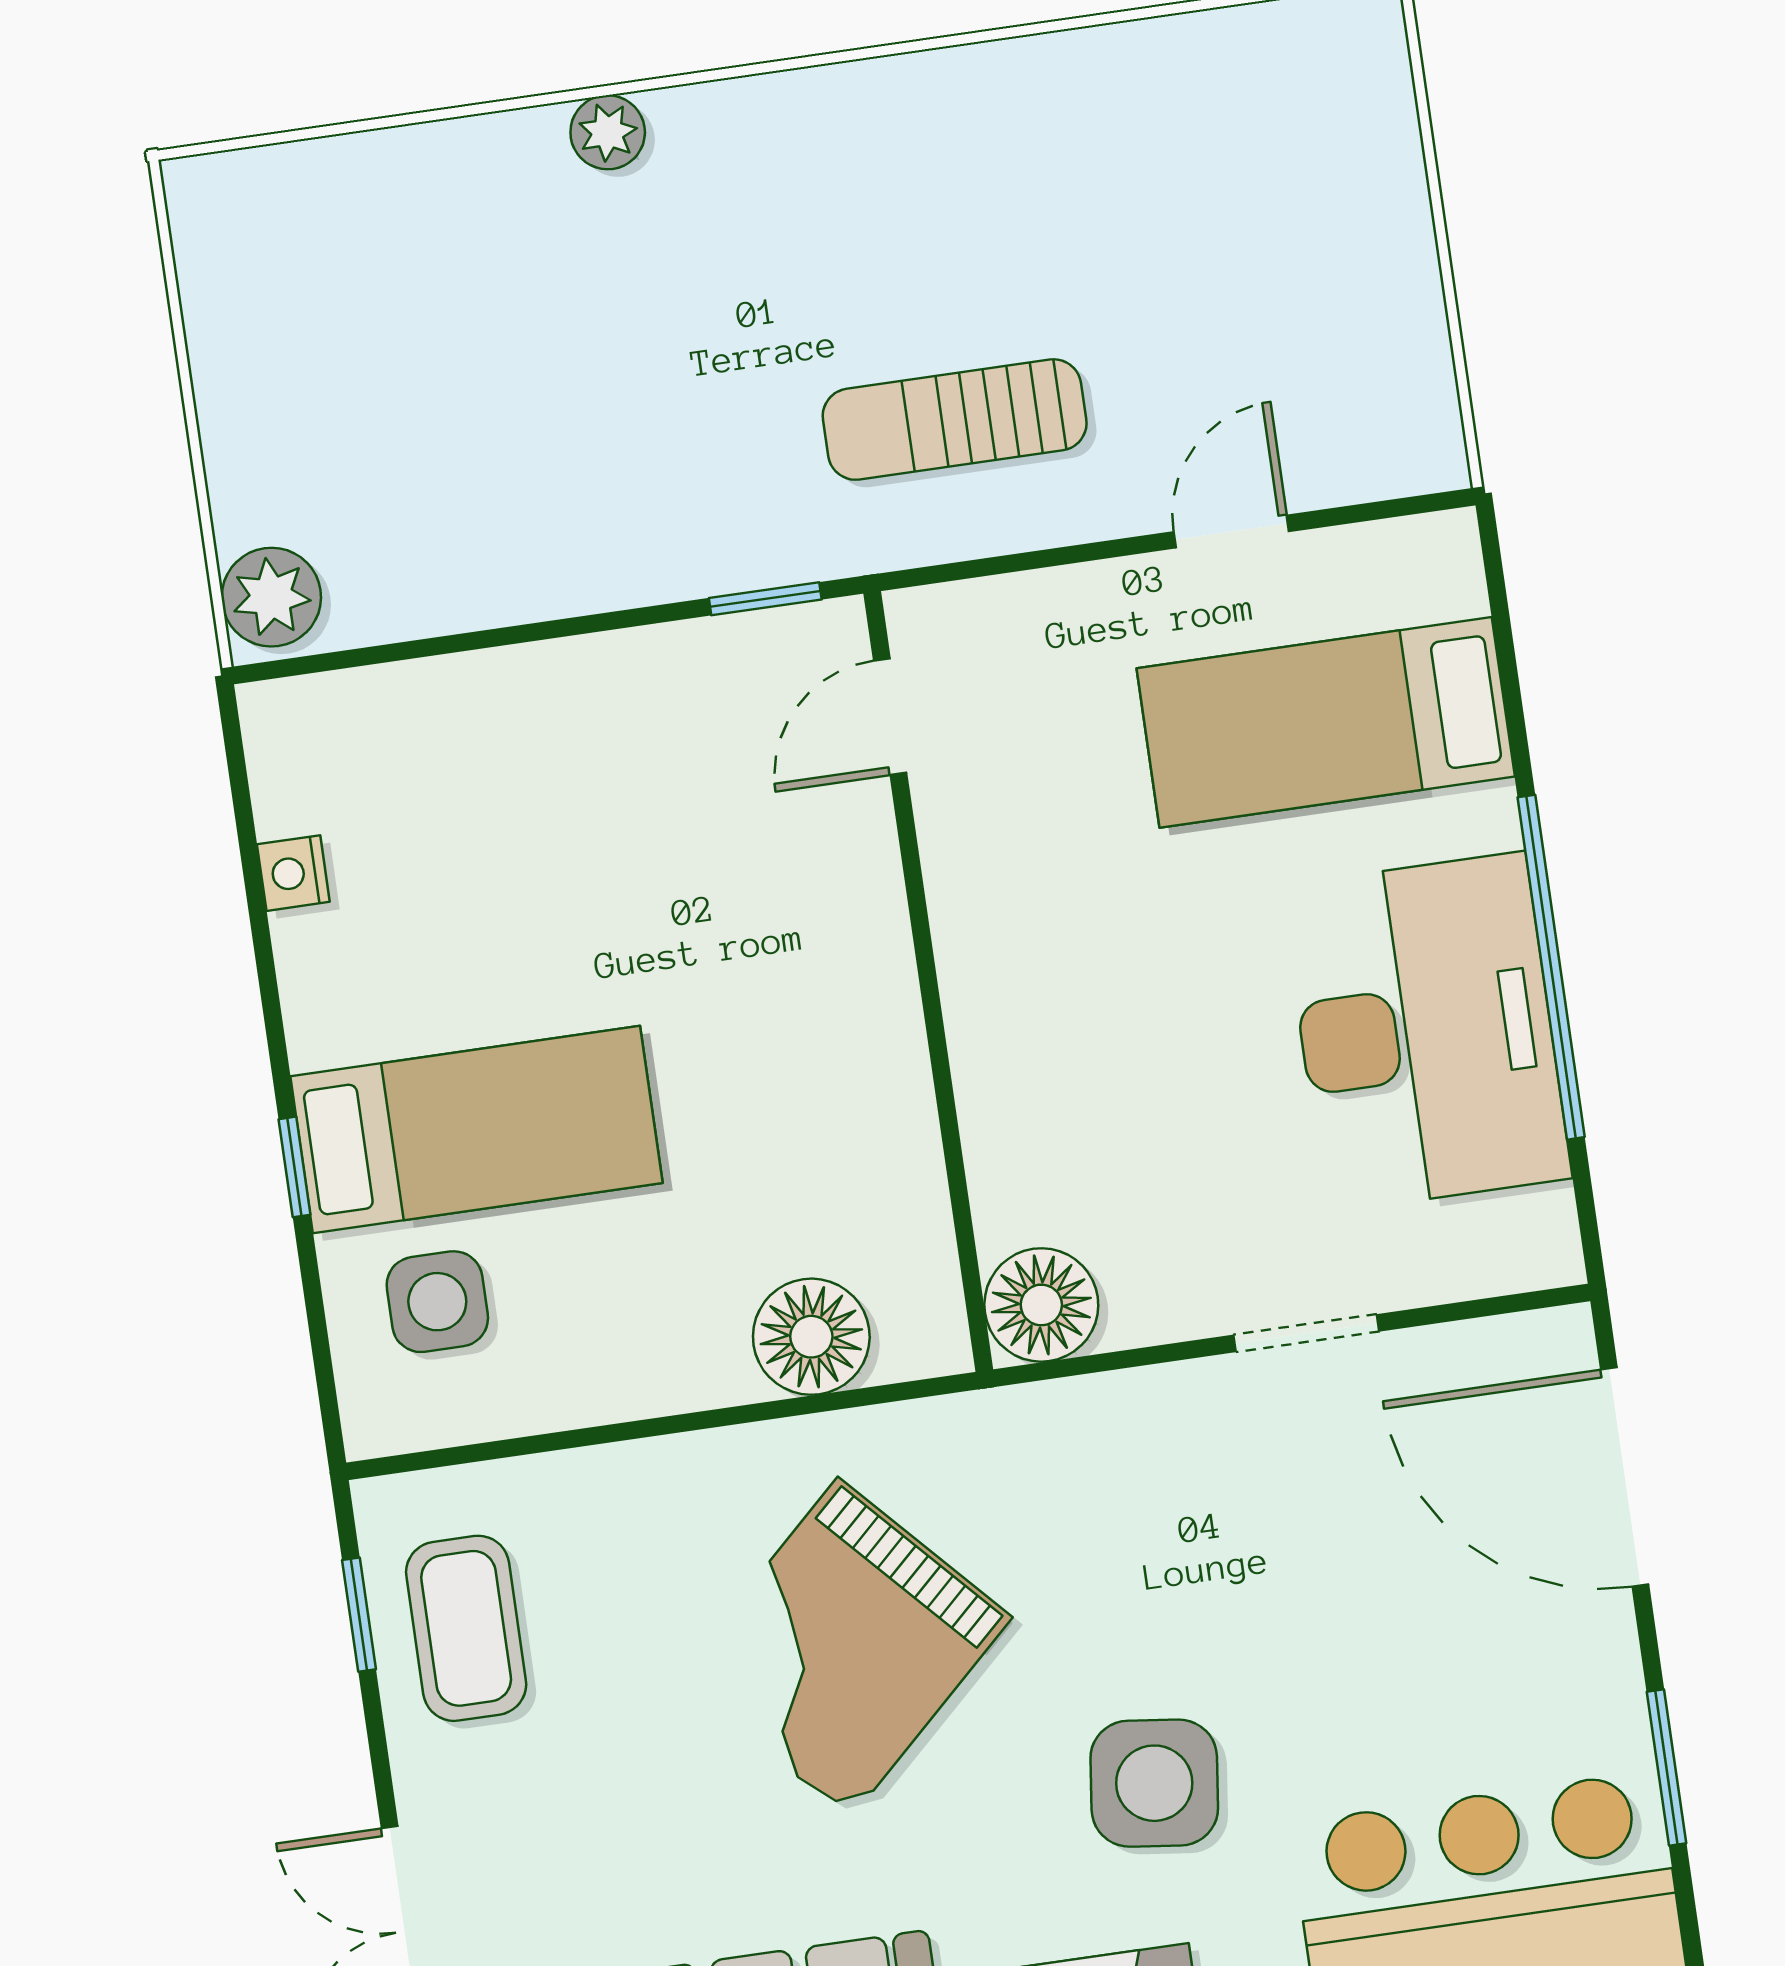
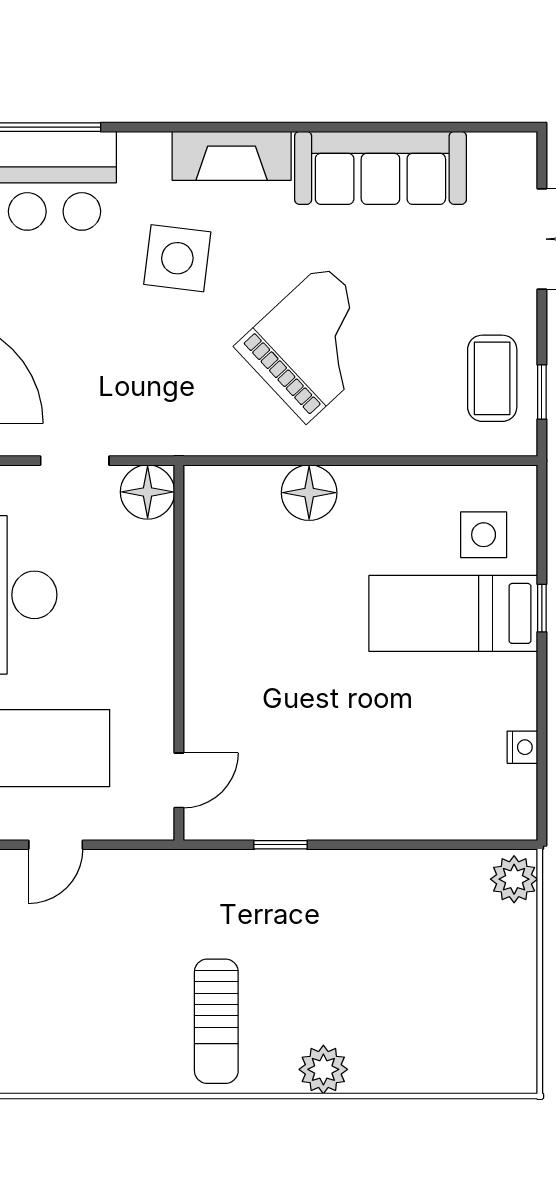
plant: (608, 132) -> (323, 1069), width x1.38, depth x1.38
sun lounger: (955, 420) -> (216, 1021), moved, turned 90
door: (890, 717) -> (179, 780), moved
wall: (928, 981) -> (179, 653), moved
floor lamp: (1041, 1305) -> (148, 492), moved

